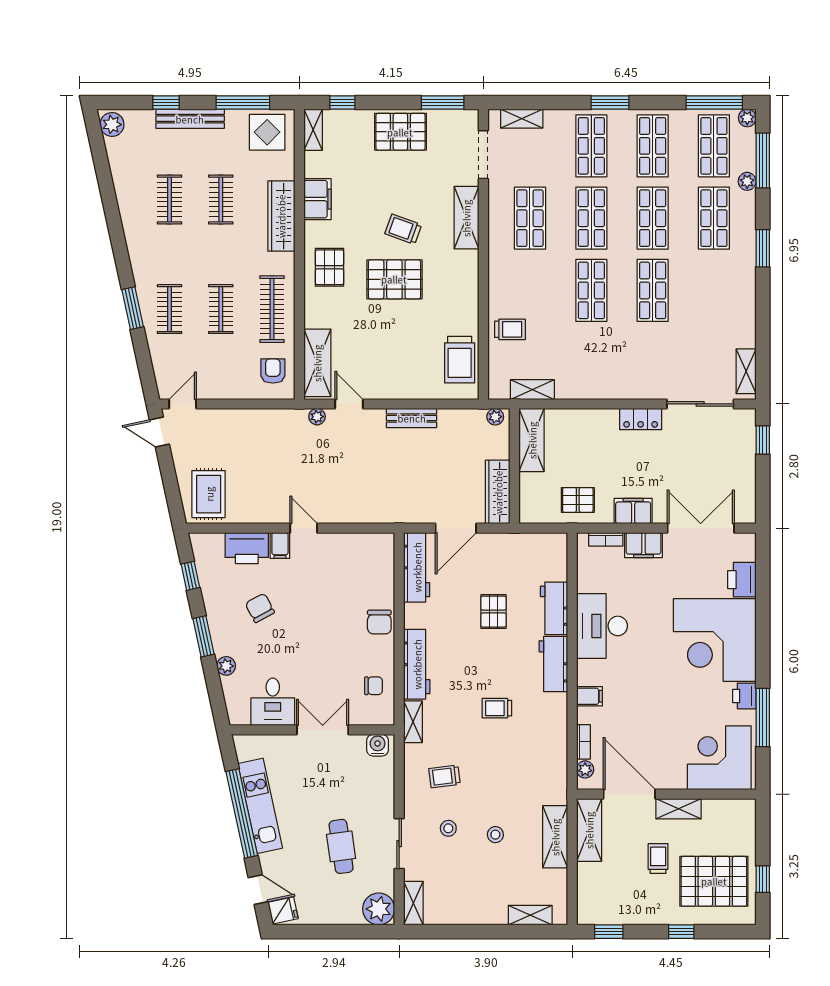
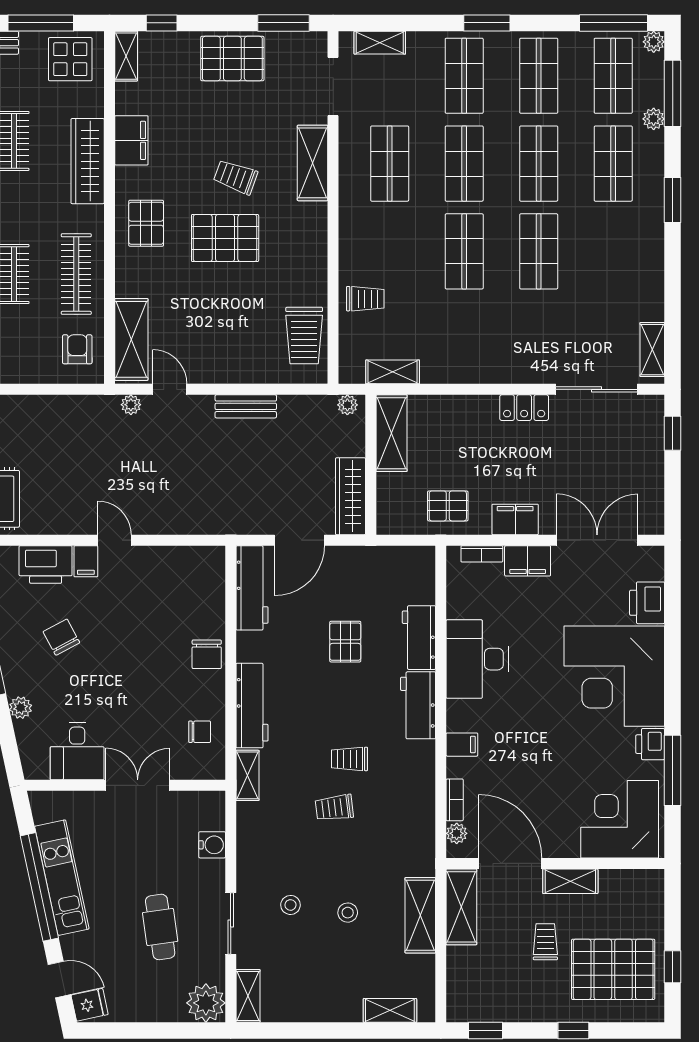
water cooler: (378, 745) -> (212, 845), moved, turned 90
trolley: (444, 776) -> (334, 808), moved

